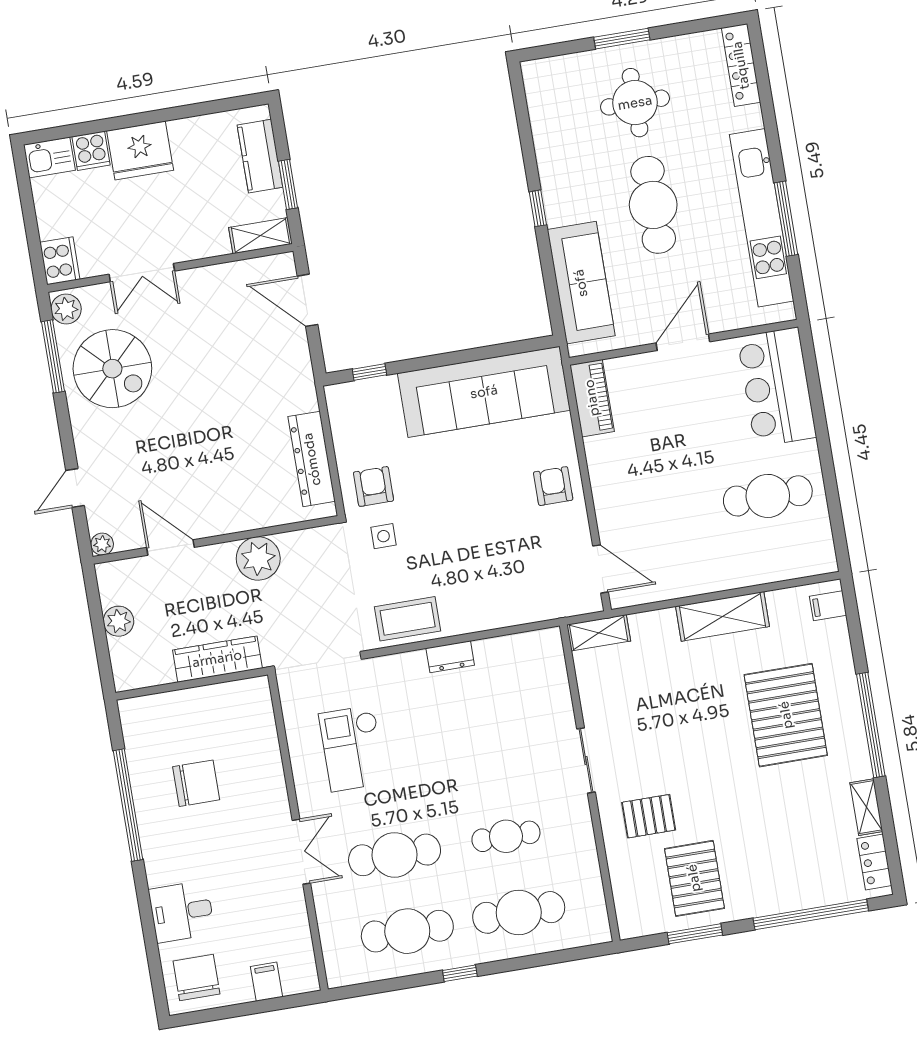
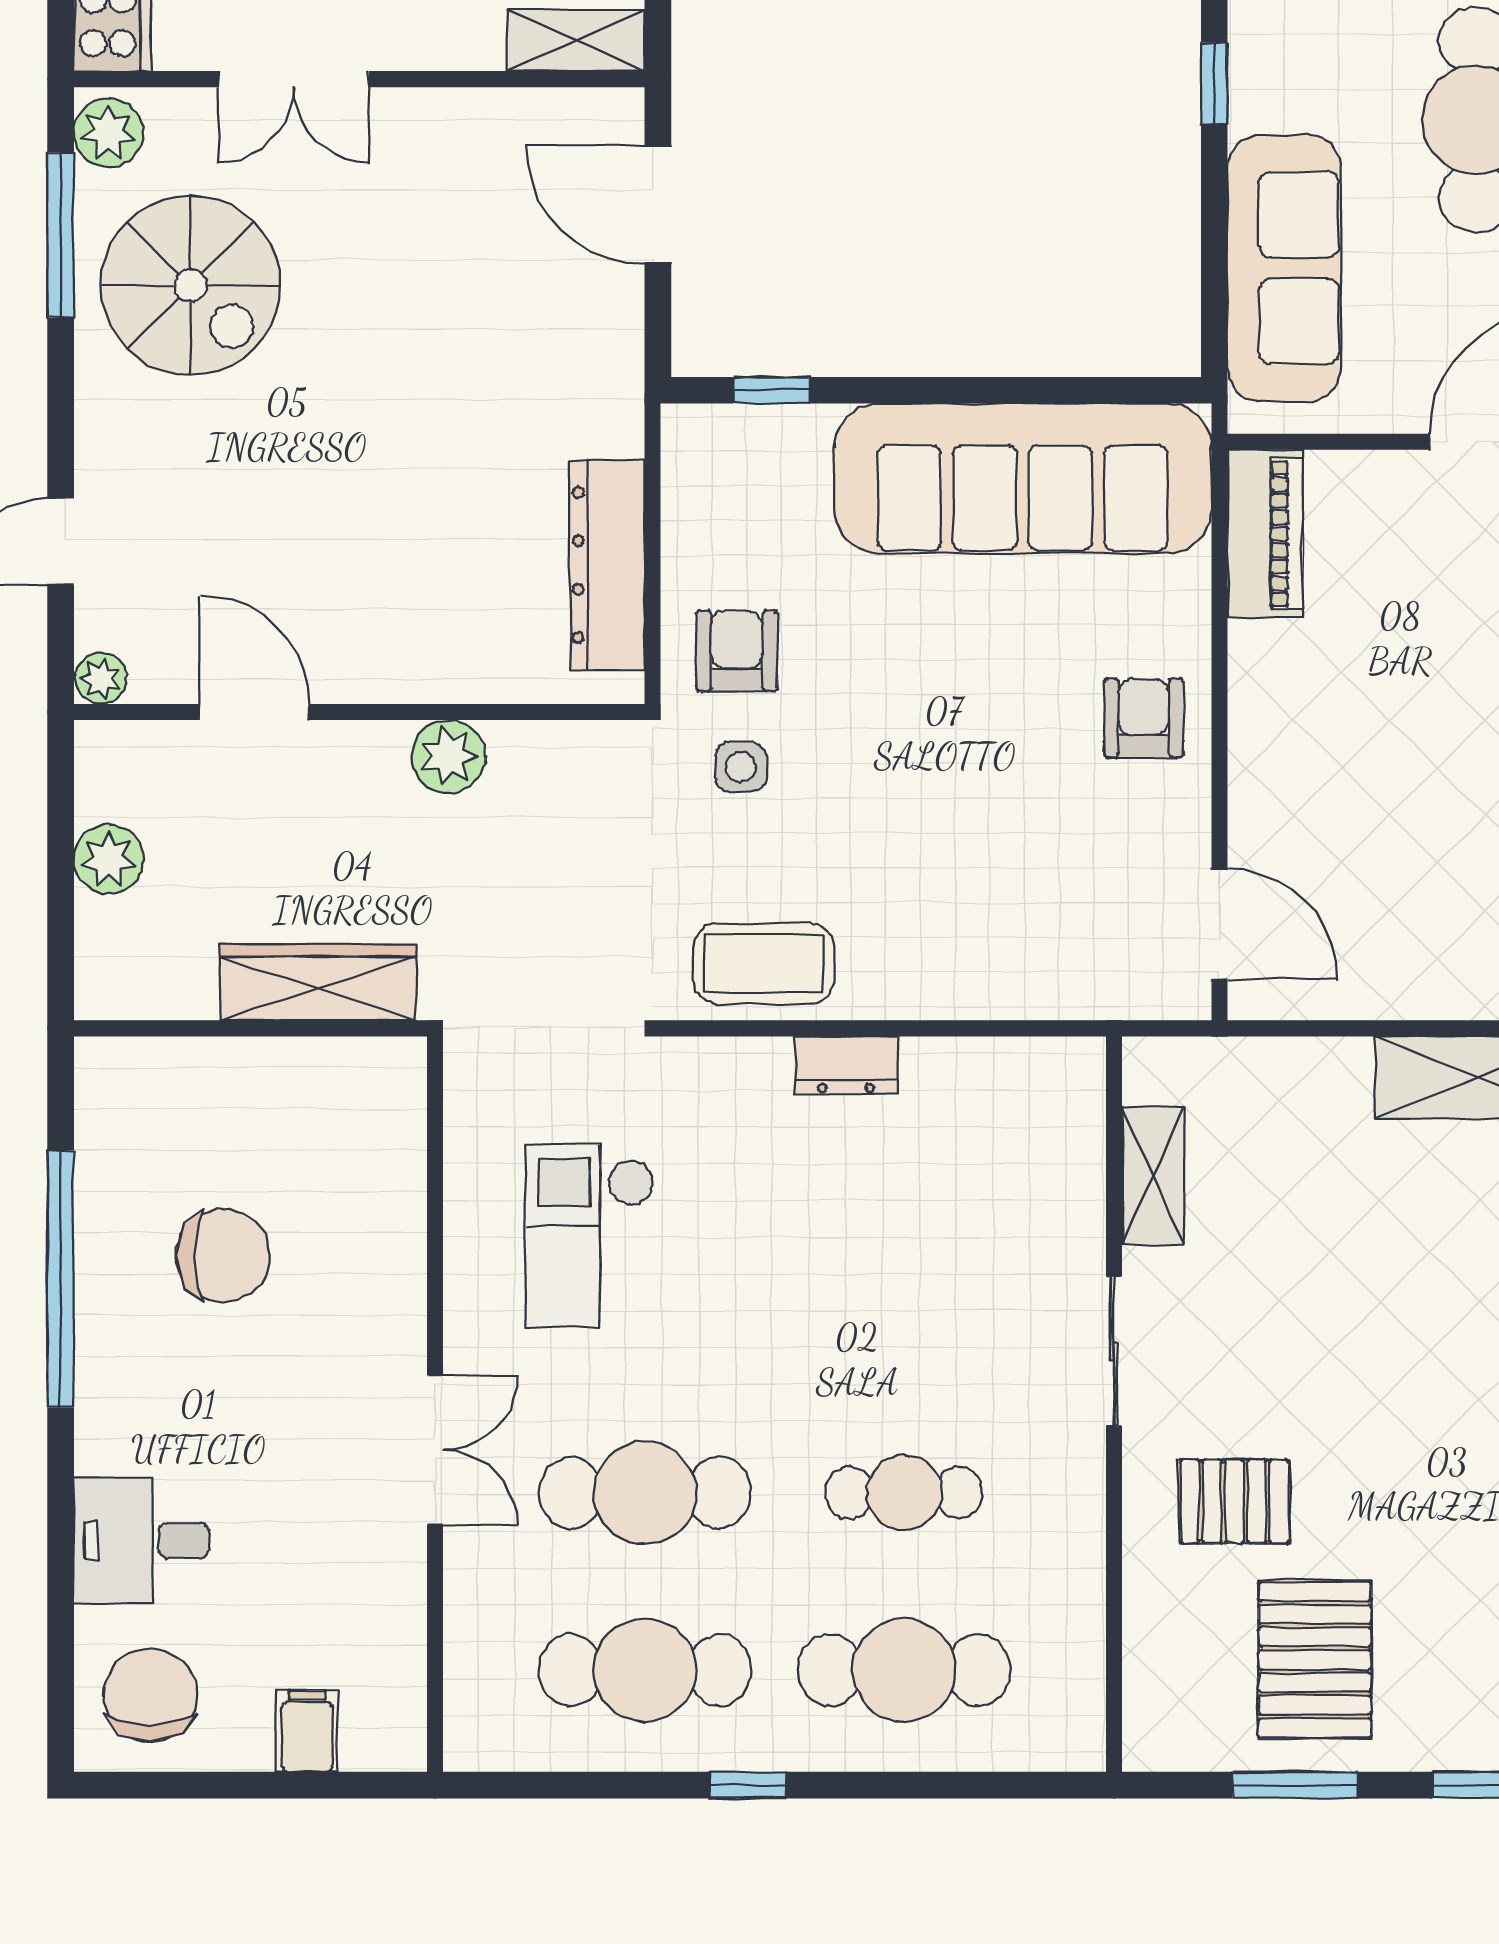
plant: (258, 558) -> (449, 757), width x0.73, depth x0.73
shelving: (599, 633) -> (1153, 1175), moved, turned 90

